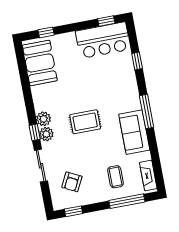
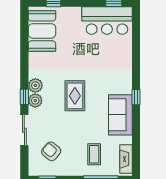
window: (137, 61) -> (136, 47), removed
window: (147, 111) -> (136, 97), width x0.46
rug: (85, 122) -> (75, 96), turned 90
armchair: (72, 182) -> (51, 151), turned 103

